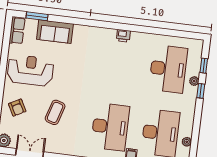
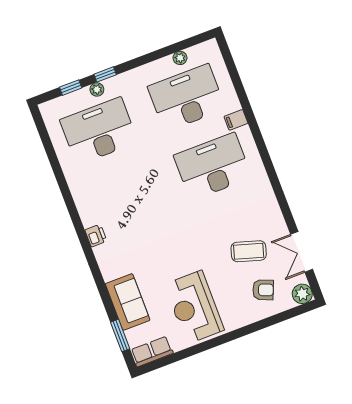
printer: (123, 36) -> (96, 236), moved
armchair: (17, 108) -> (263, 290), moved, turned 50
coffee table: (55, 112) -> (249, 251), moved

